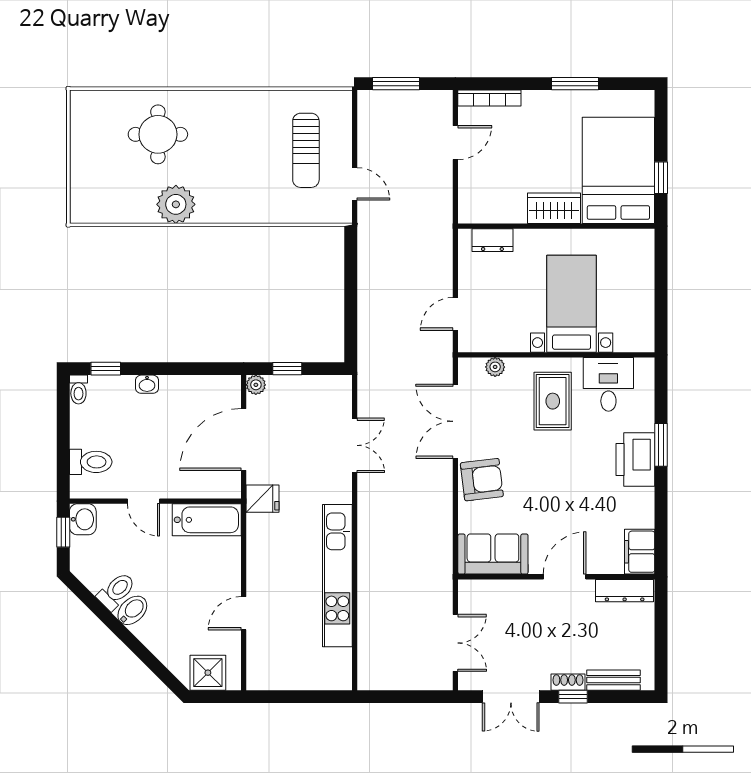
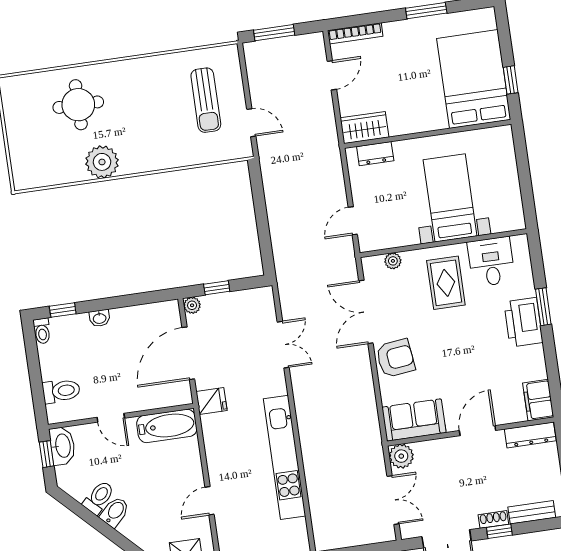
wardrobe: (554, 208) -> (364, 128), moved
washbasin: (83, 519) -> (62, 446), width x1.38
plant: (472, 594) -> (401, 456), added

